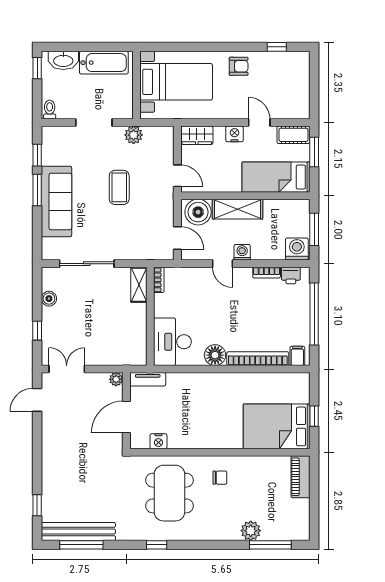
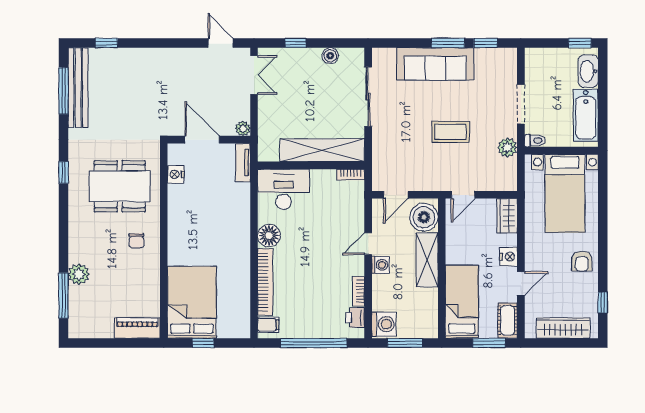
wardrobe: (300, 83) -> (563, 328), added
toilet: (50, 110) -> (535, 141), moved
shelving: (139, 285) -> (322, 150), width x2.20, depth x1.33

